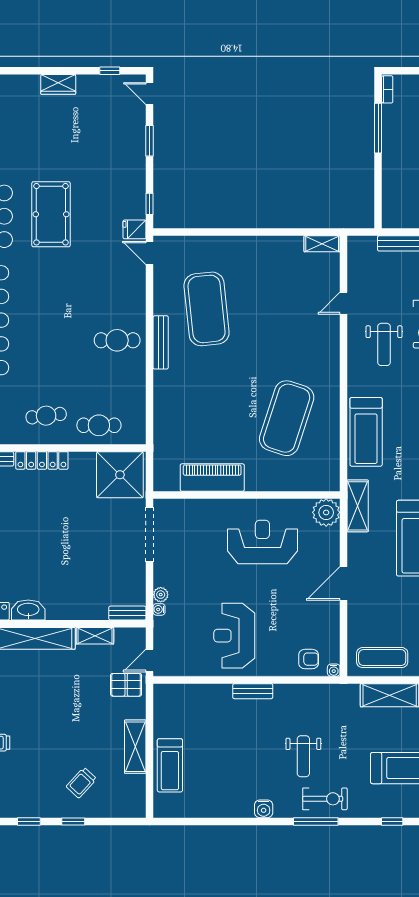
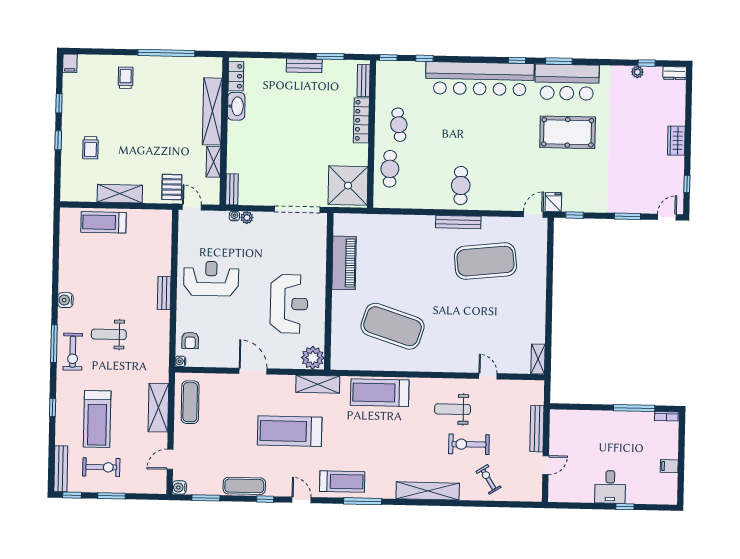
trolley: (81, 783) -> (91, 148), turned -133

